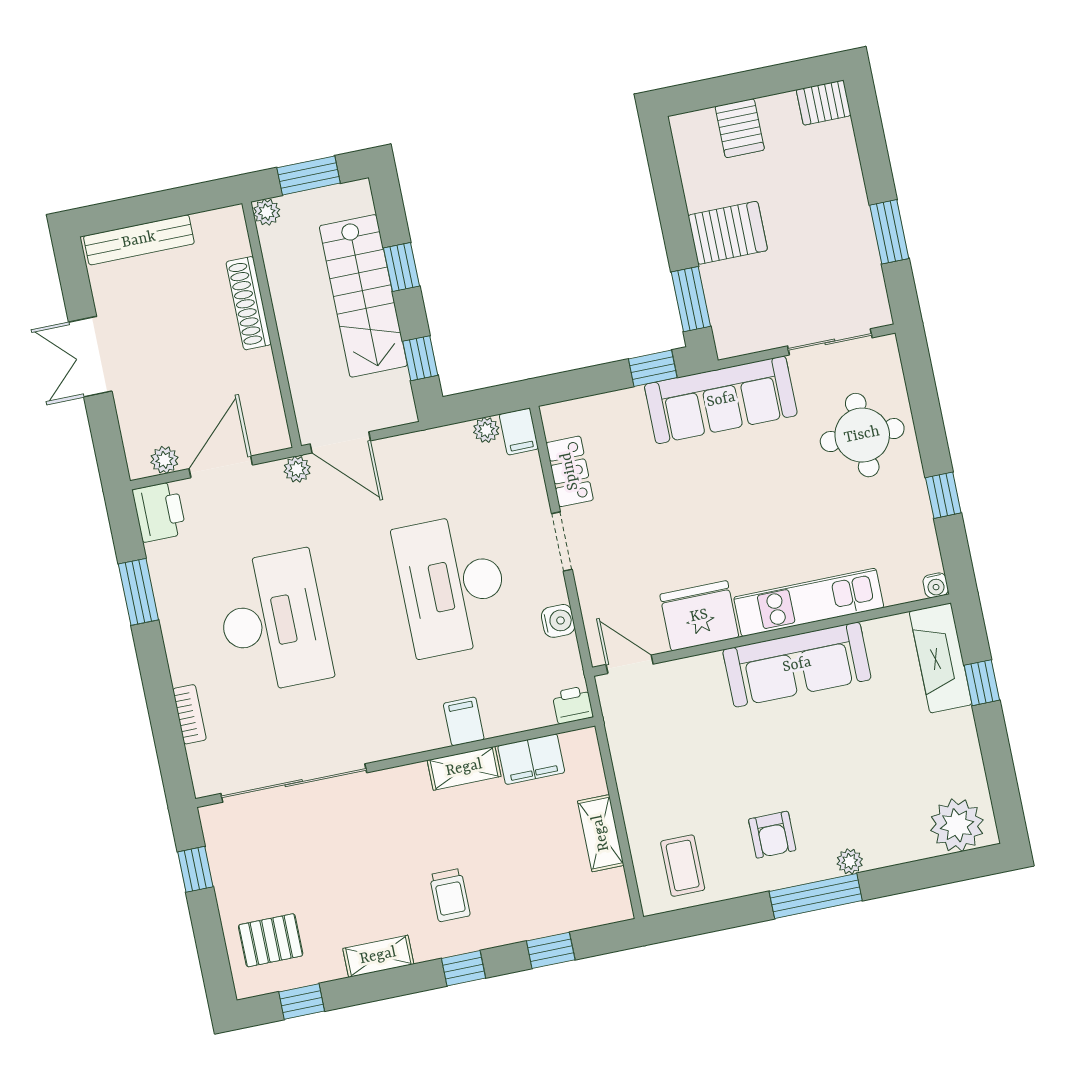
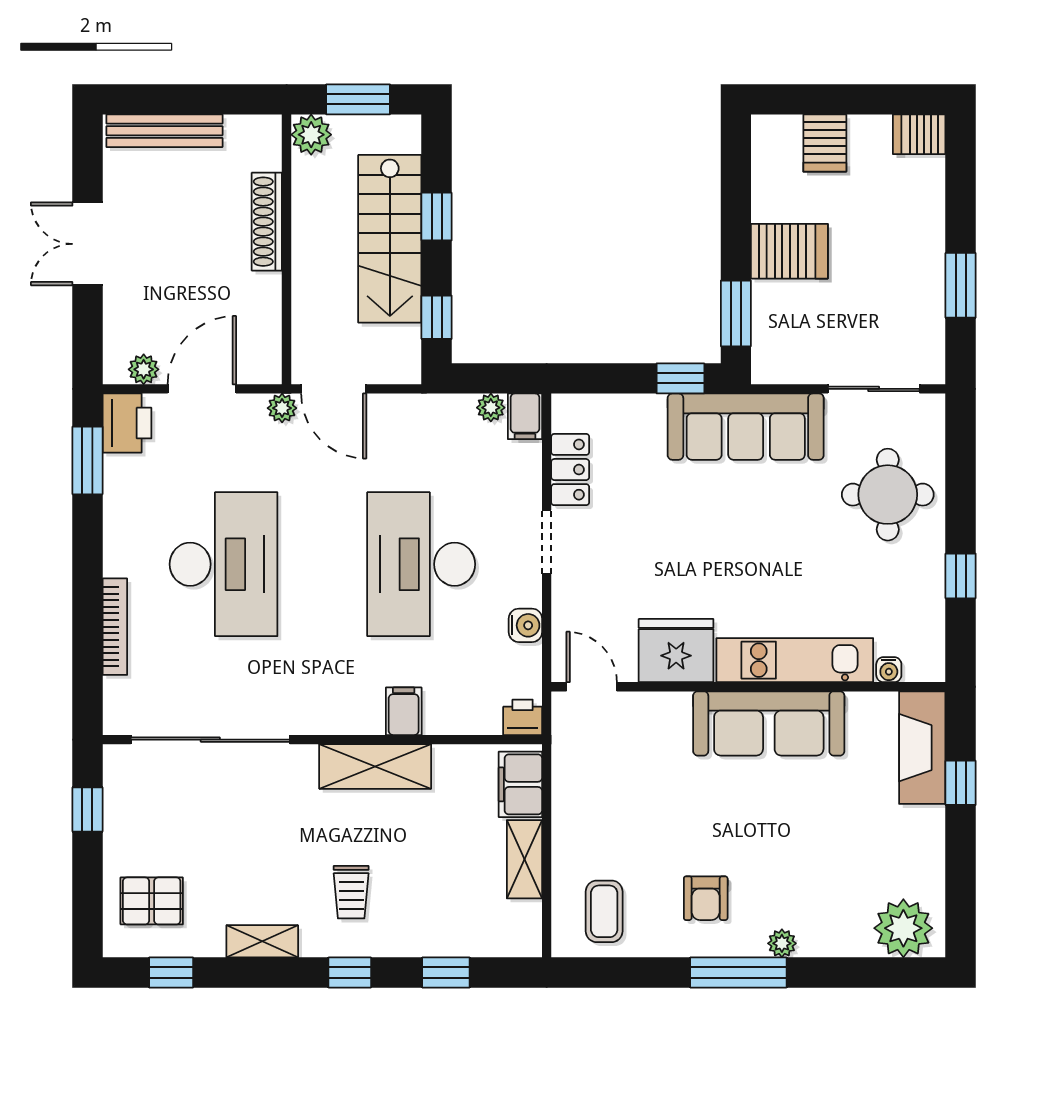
plant: (267, 212) -> (311, 135), width x1.38, depth x1.38
water cooler: (936, 585) -> (889, 670), moved
window: (138, 592) -> (87, 460), moved
bookcase: (190, 714) -> (115, 627), width x1.56
filing cabinet: (531, 759) -> (520, 784), moved, turned 90
shelving: (464, 768) -> (375, 766), width x1.50, depth x1.33

